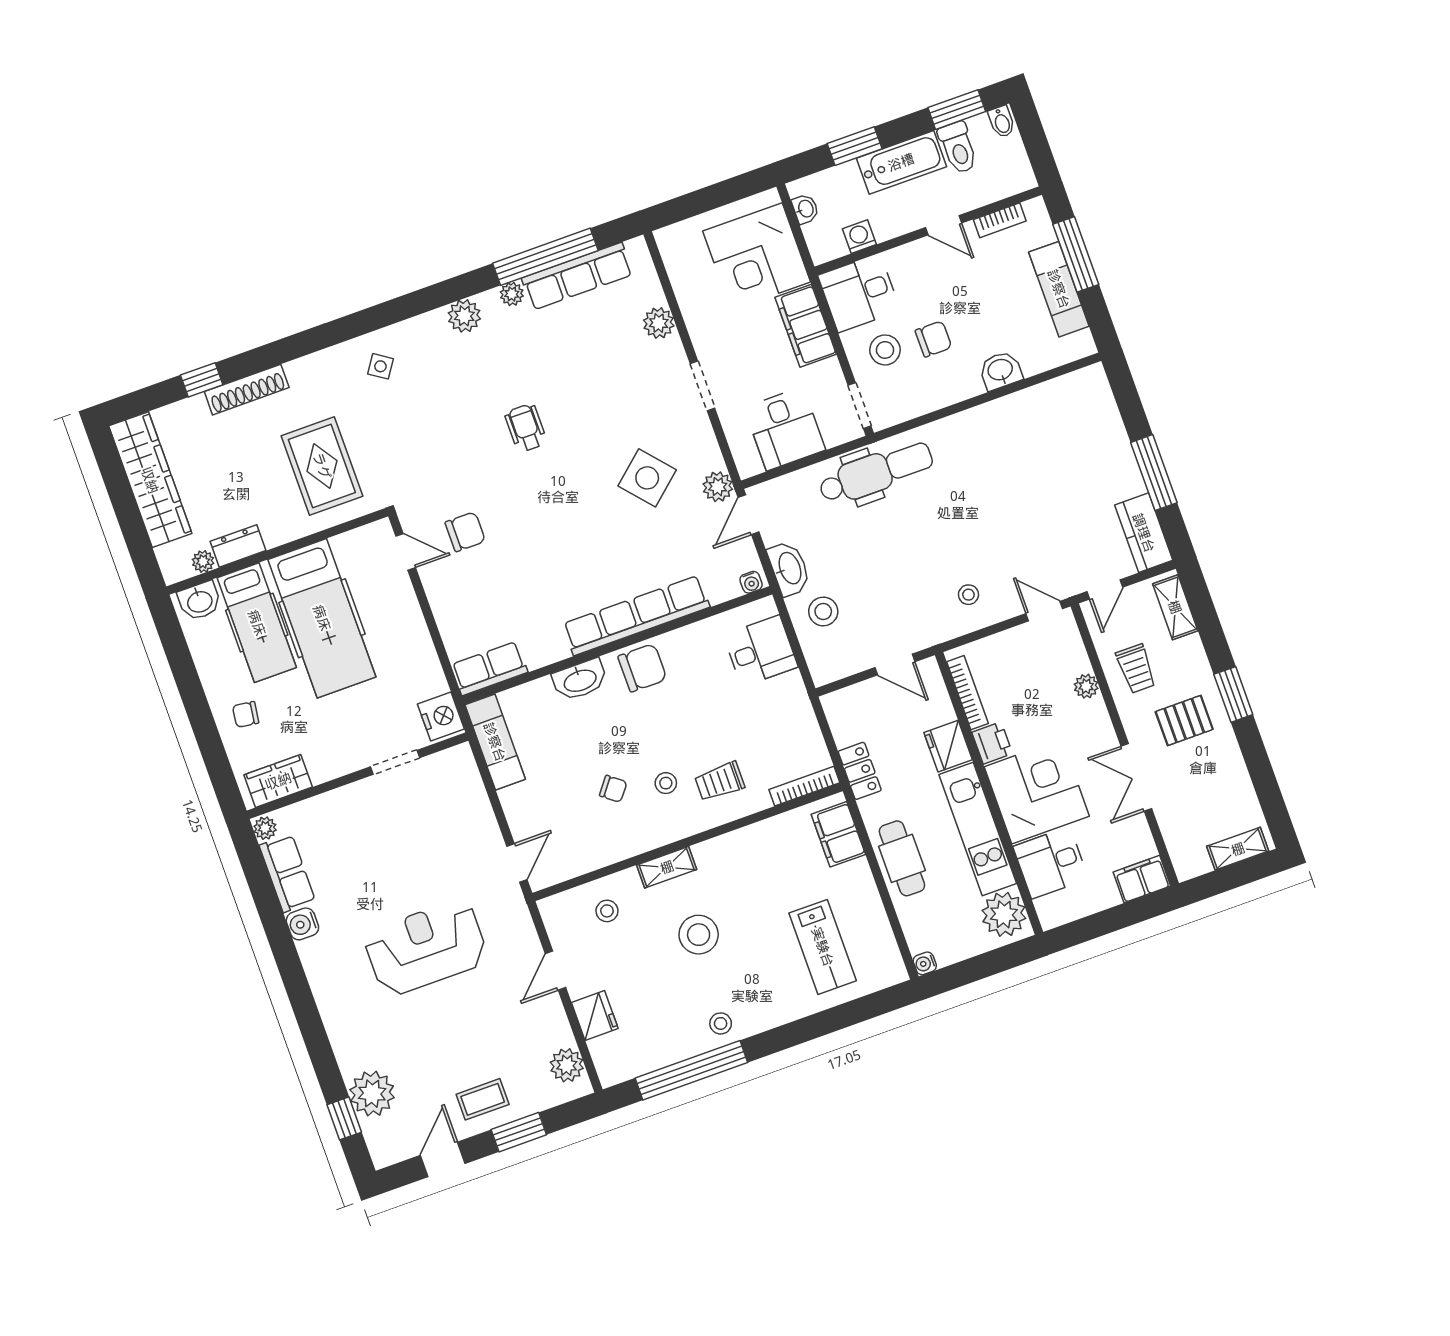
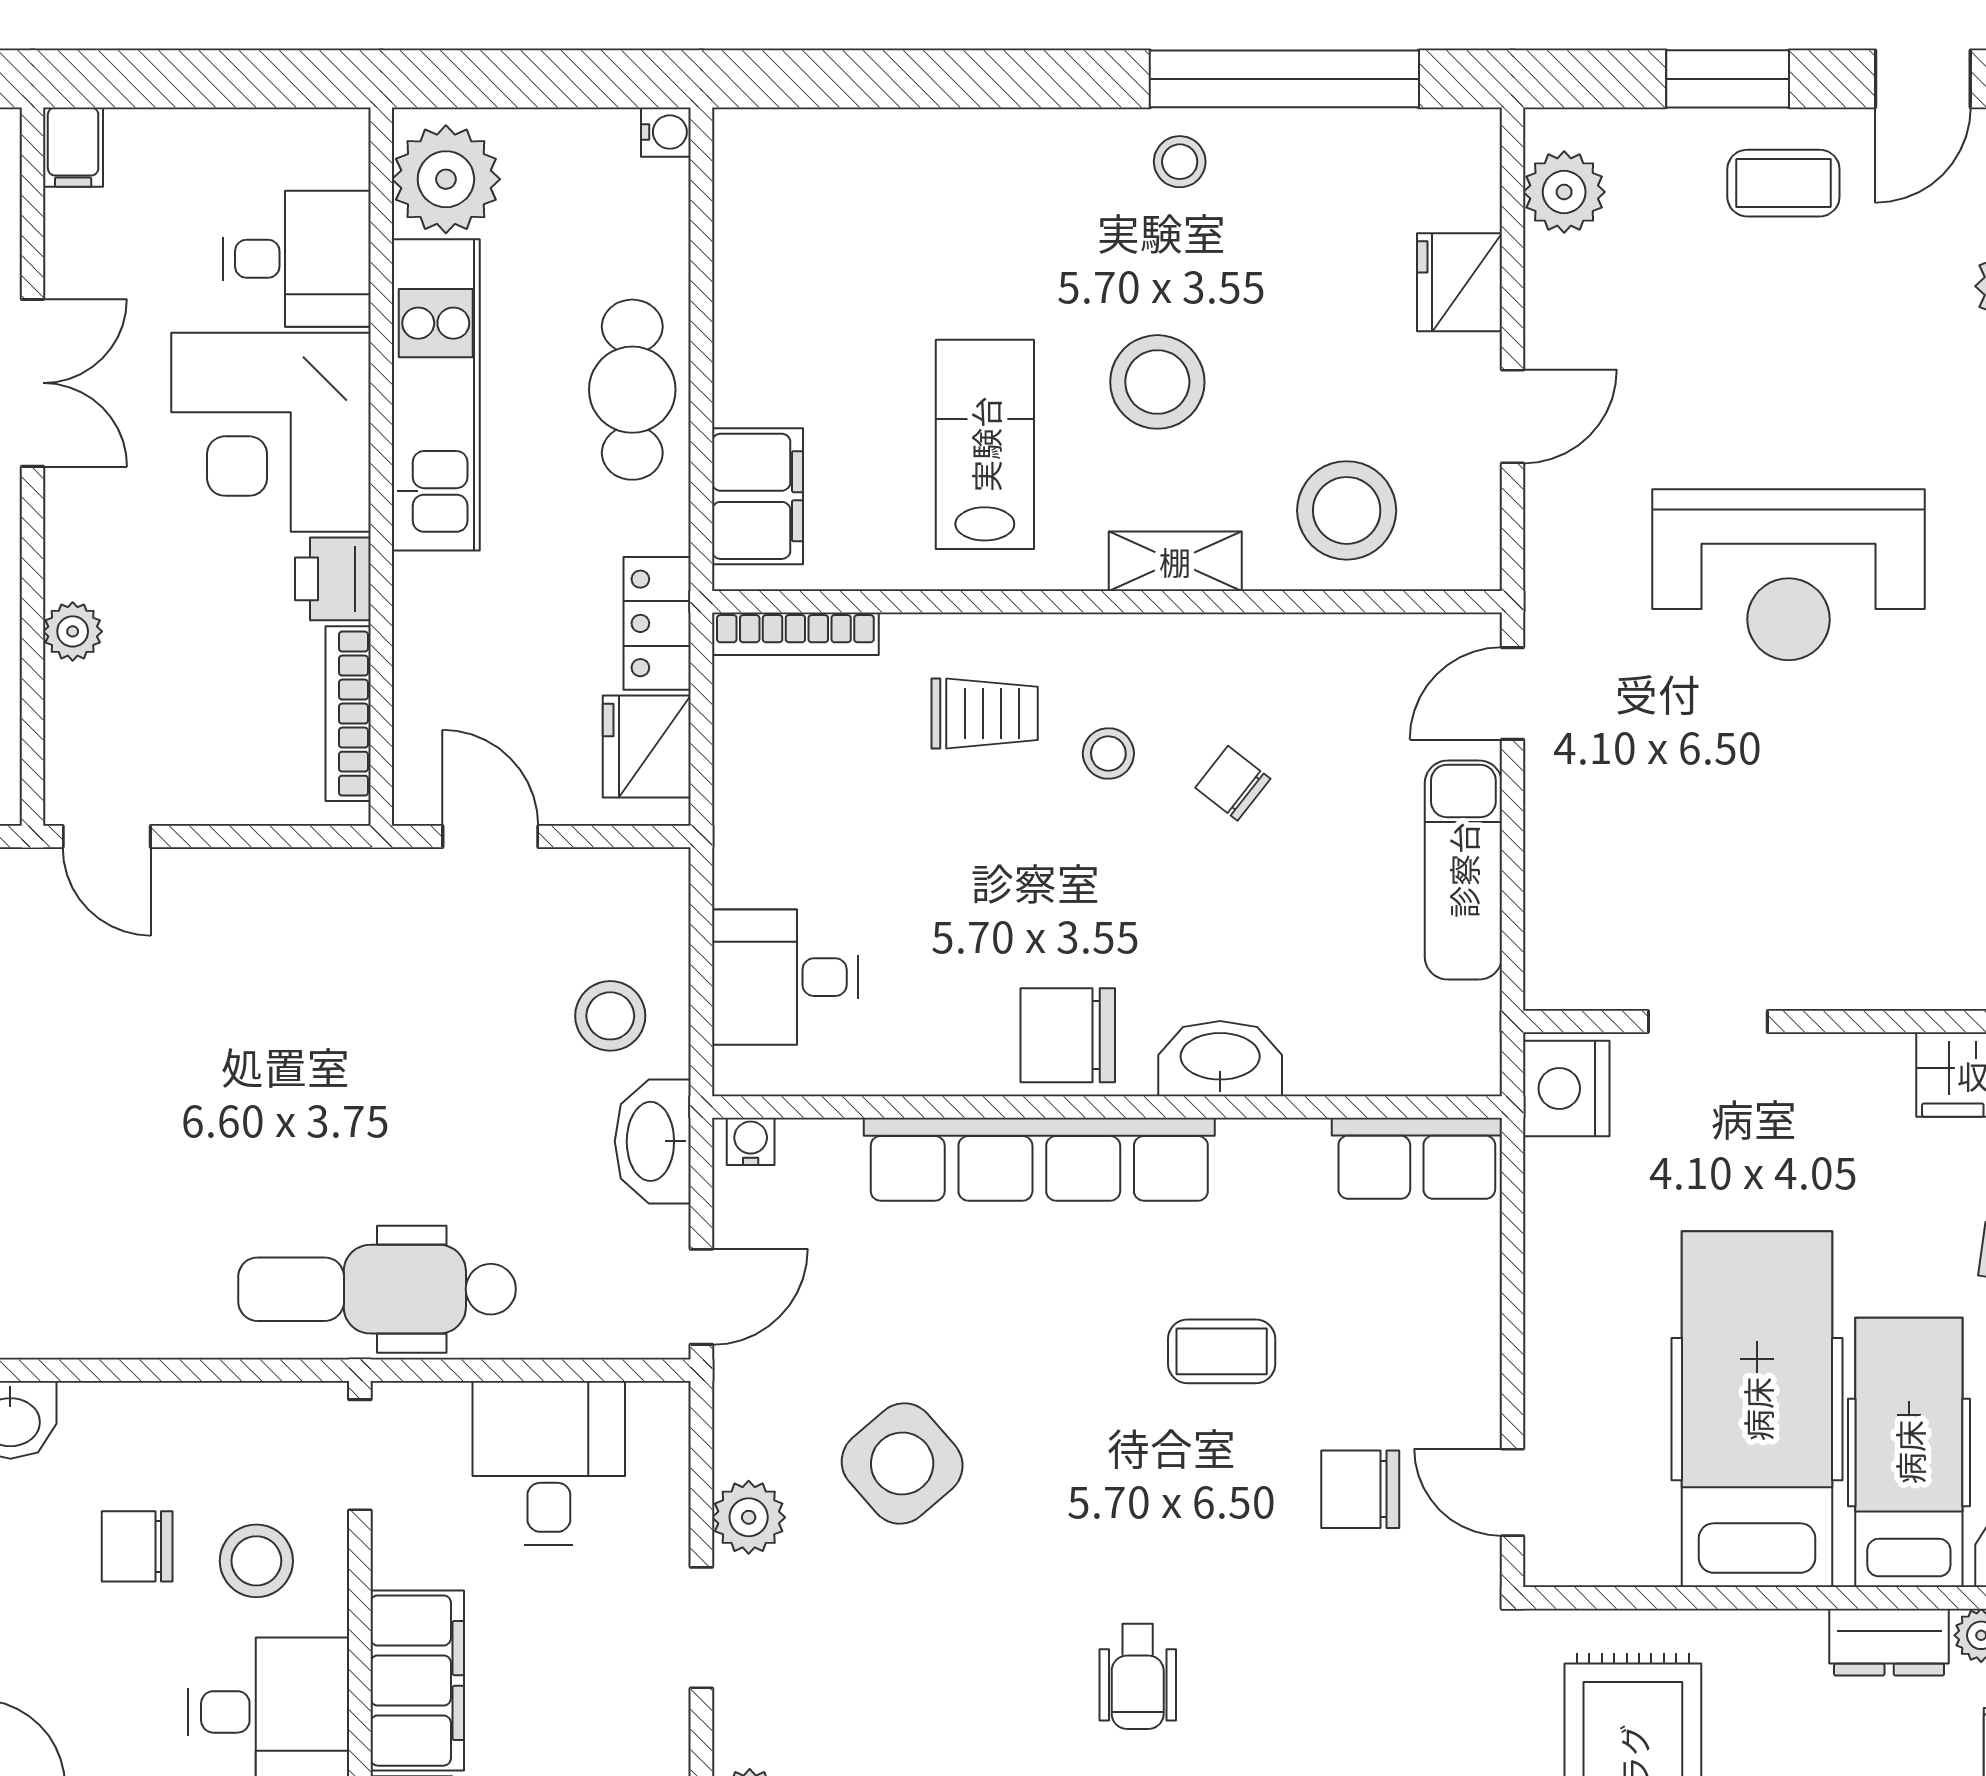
plant: (718, 487) -> (749, 1517), moved
coffee table: (538, 566) -> (1222, 1351), added
stool: (968, 595) -> (266, 936), removed
exam couch: (495, 742) -> (1463, 870), moved
fridge: (948, 746) -> (647, 747), moved, turned 180
filing cabinet: (1142, 879) -> (73, 147), width x0.50
stool: (607, 911) -> (1347, 510), width x1.89, depth x1.89
lab bench: (823, 947) -> (985, 444), moved

